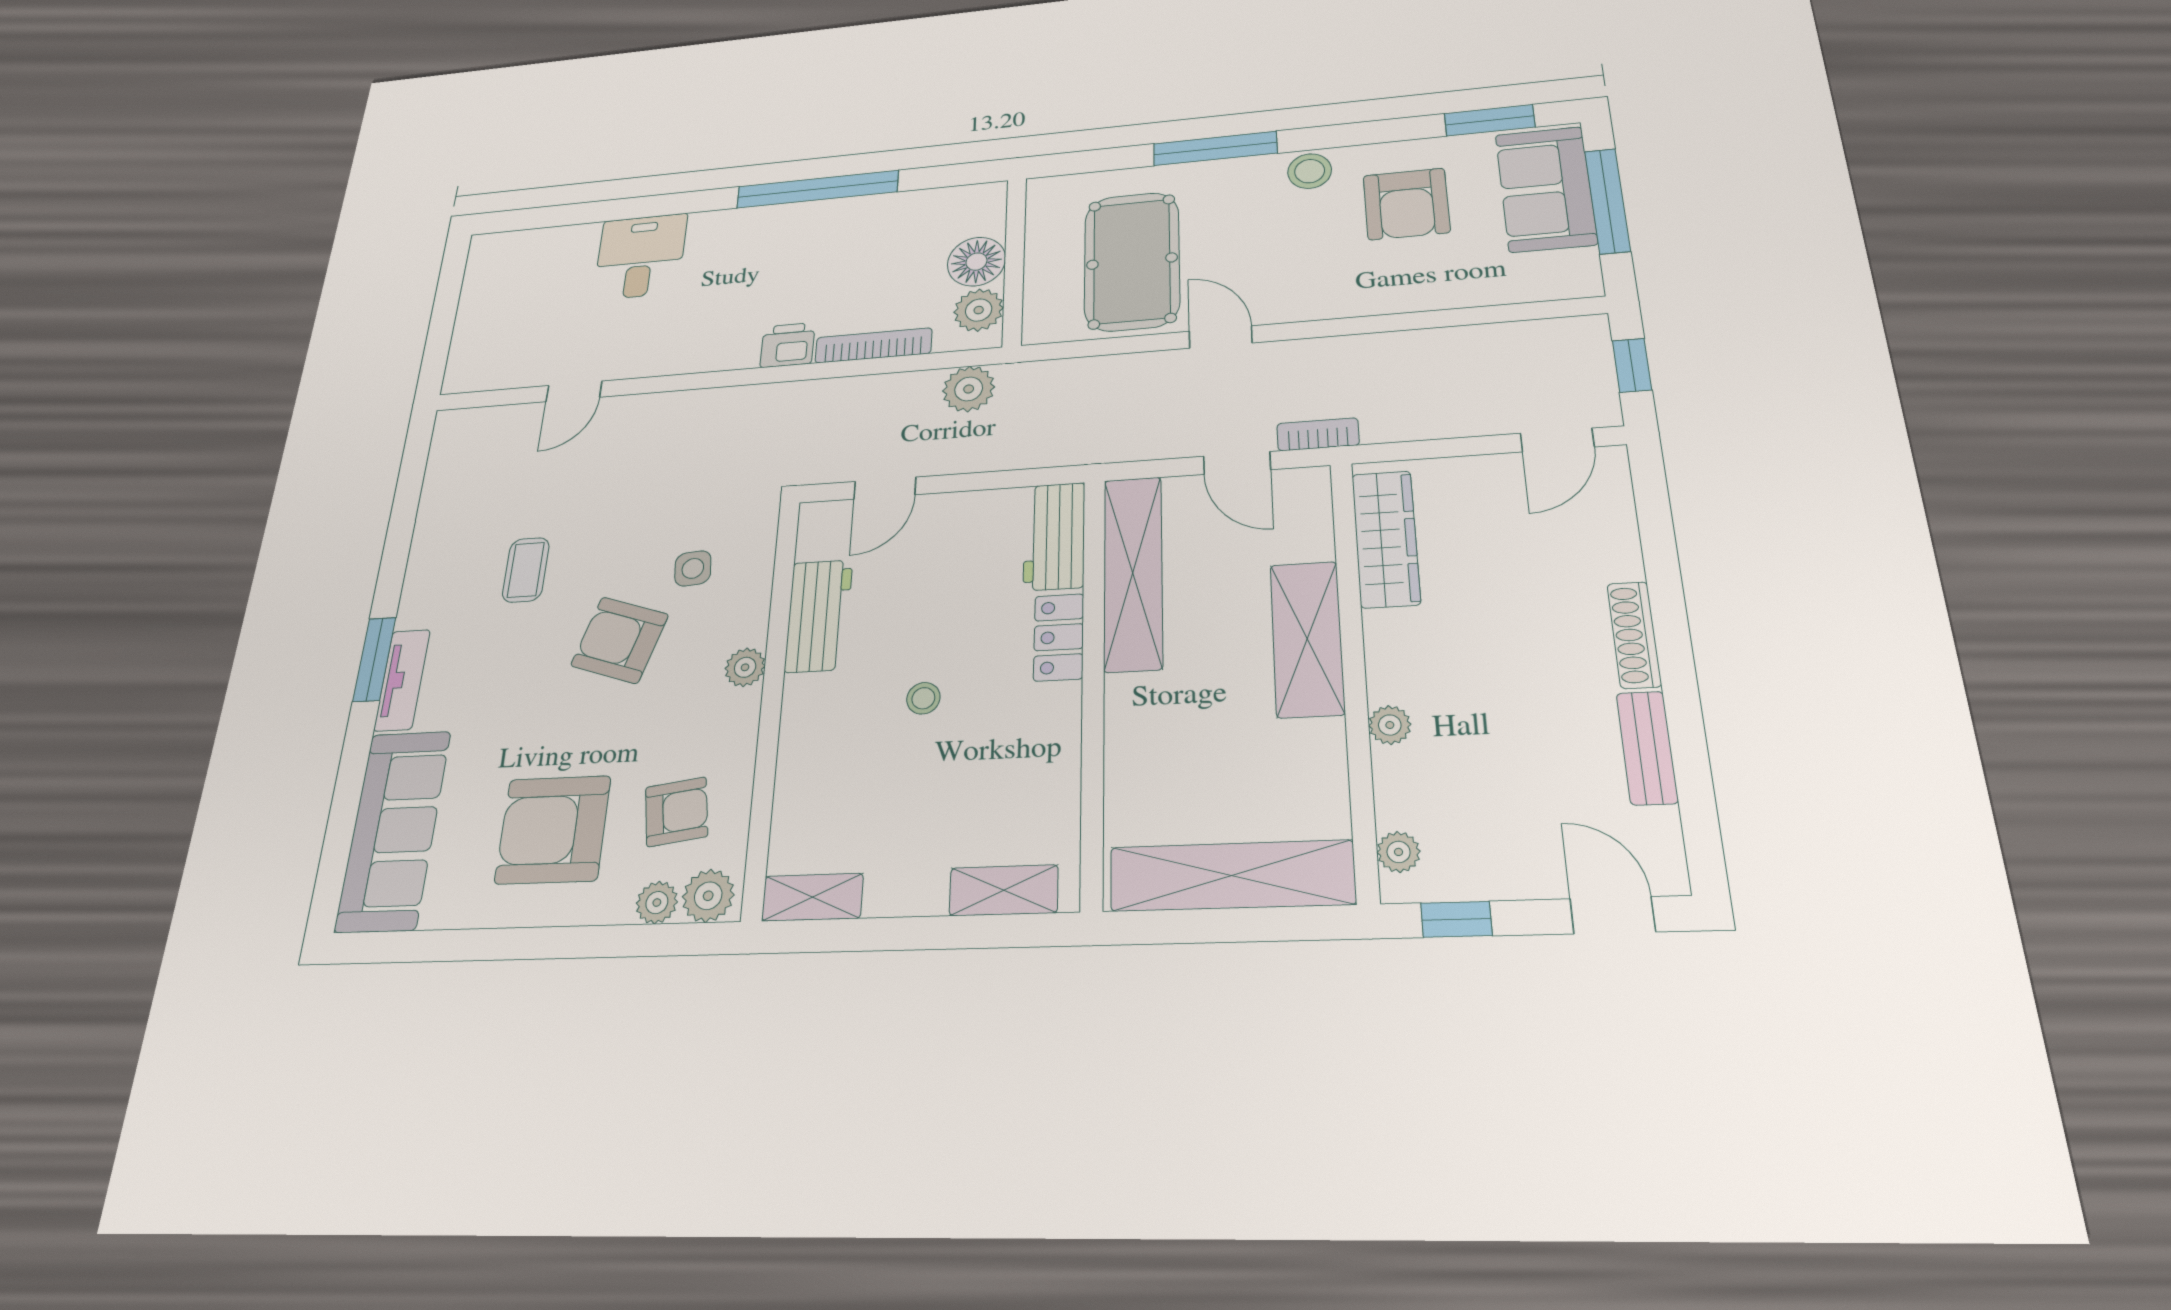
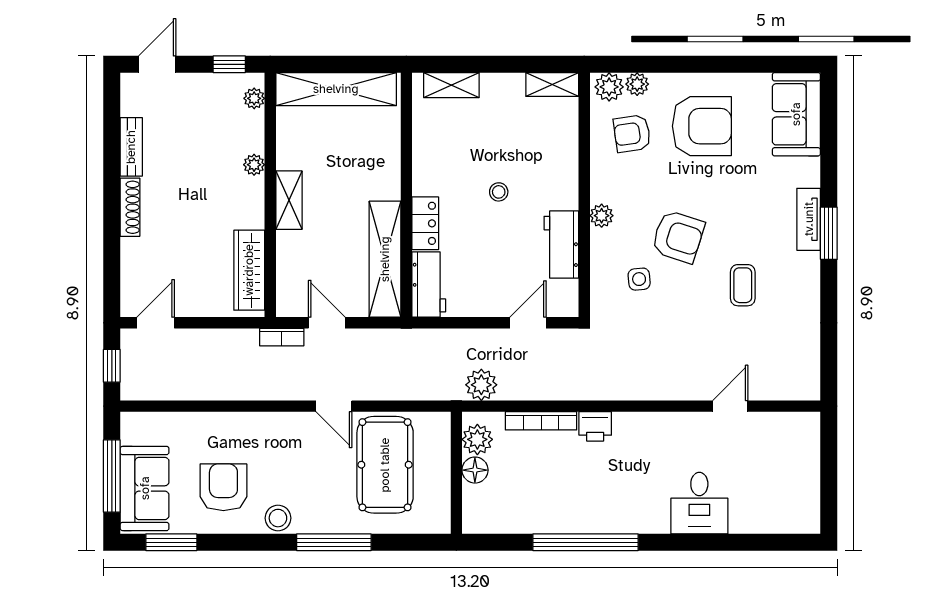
floor lamp: (976, 262) -> (475, 470), width x0.73, depth x0.73
shelving: (1307, 639) -> (289, 200), width x0.67, depth x0.75
sofa: (393, 830) -> (796, 114), width x0.73
door: (1613, 915) -> (157, 64), swing flipped

